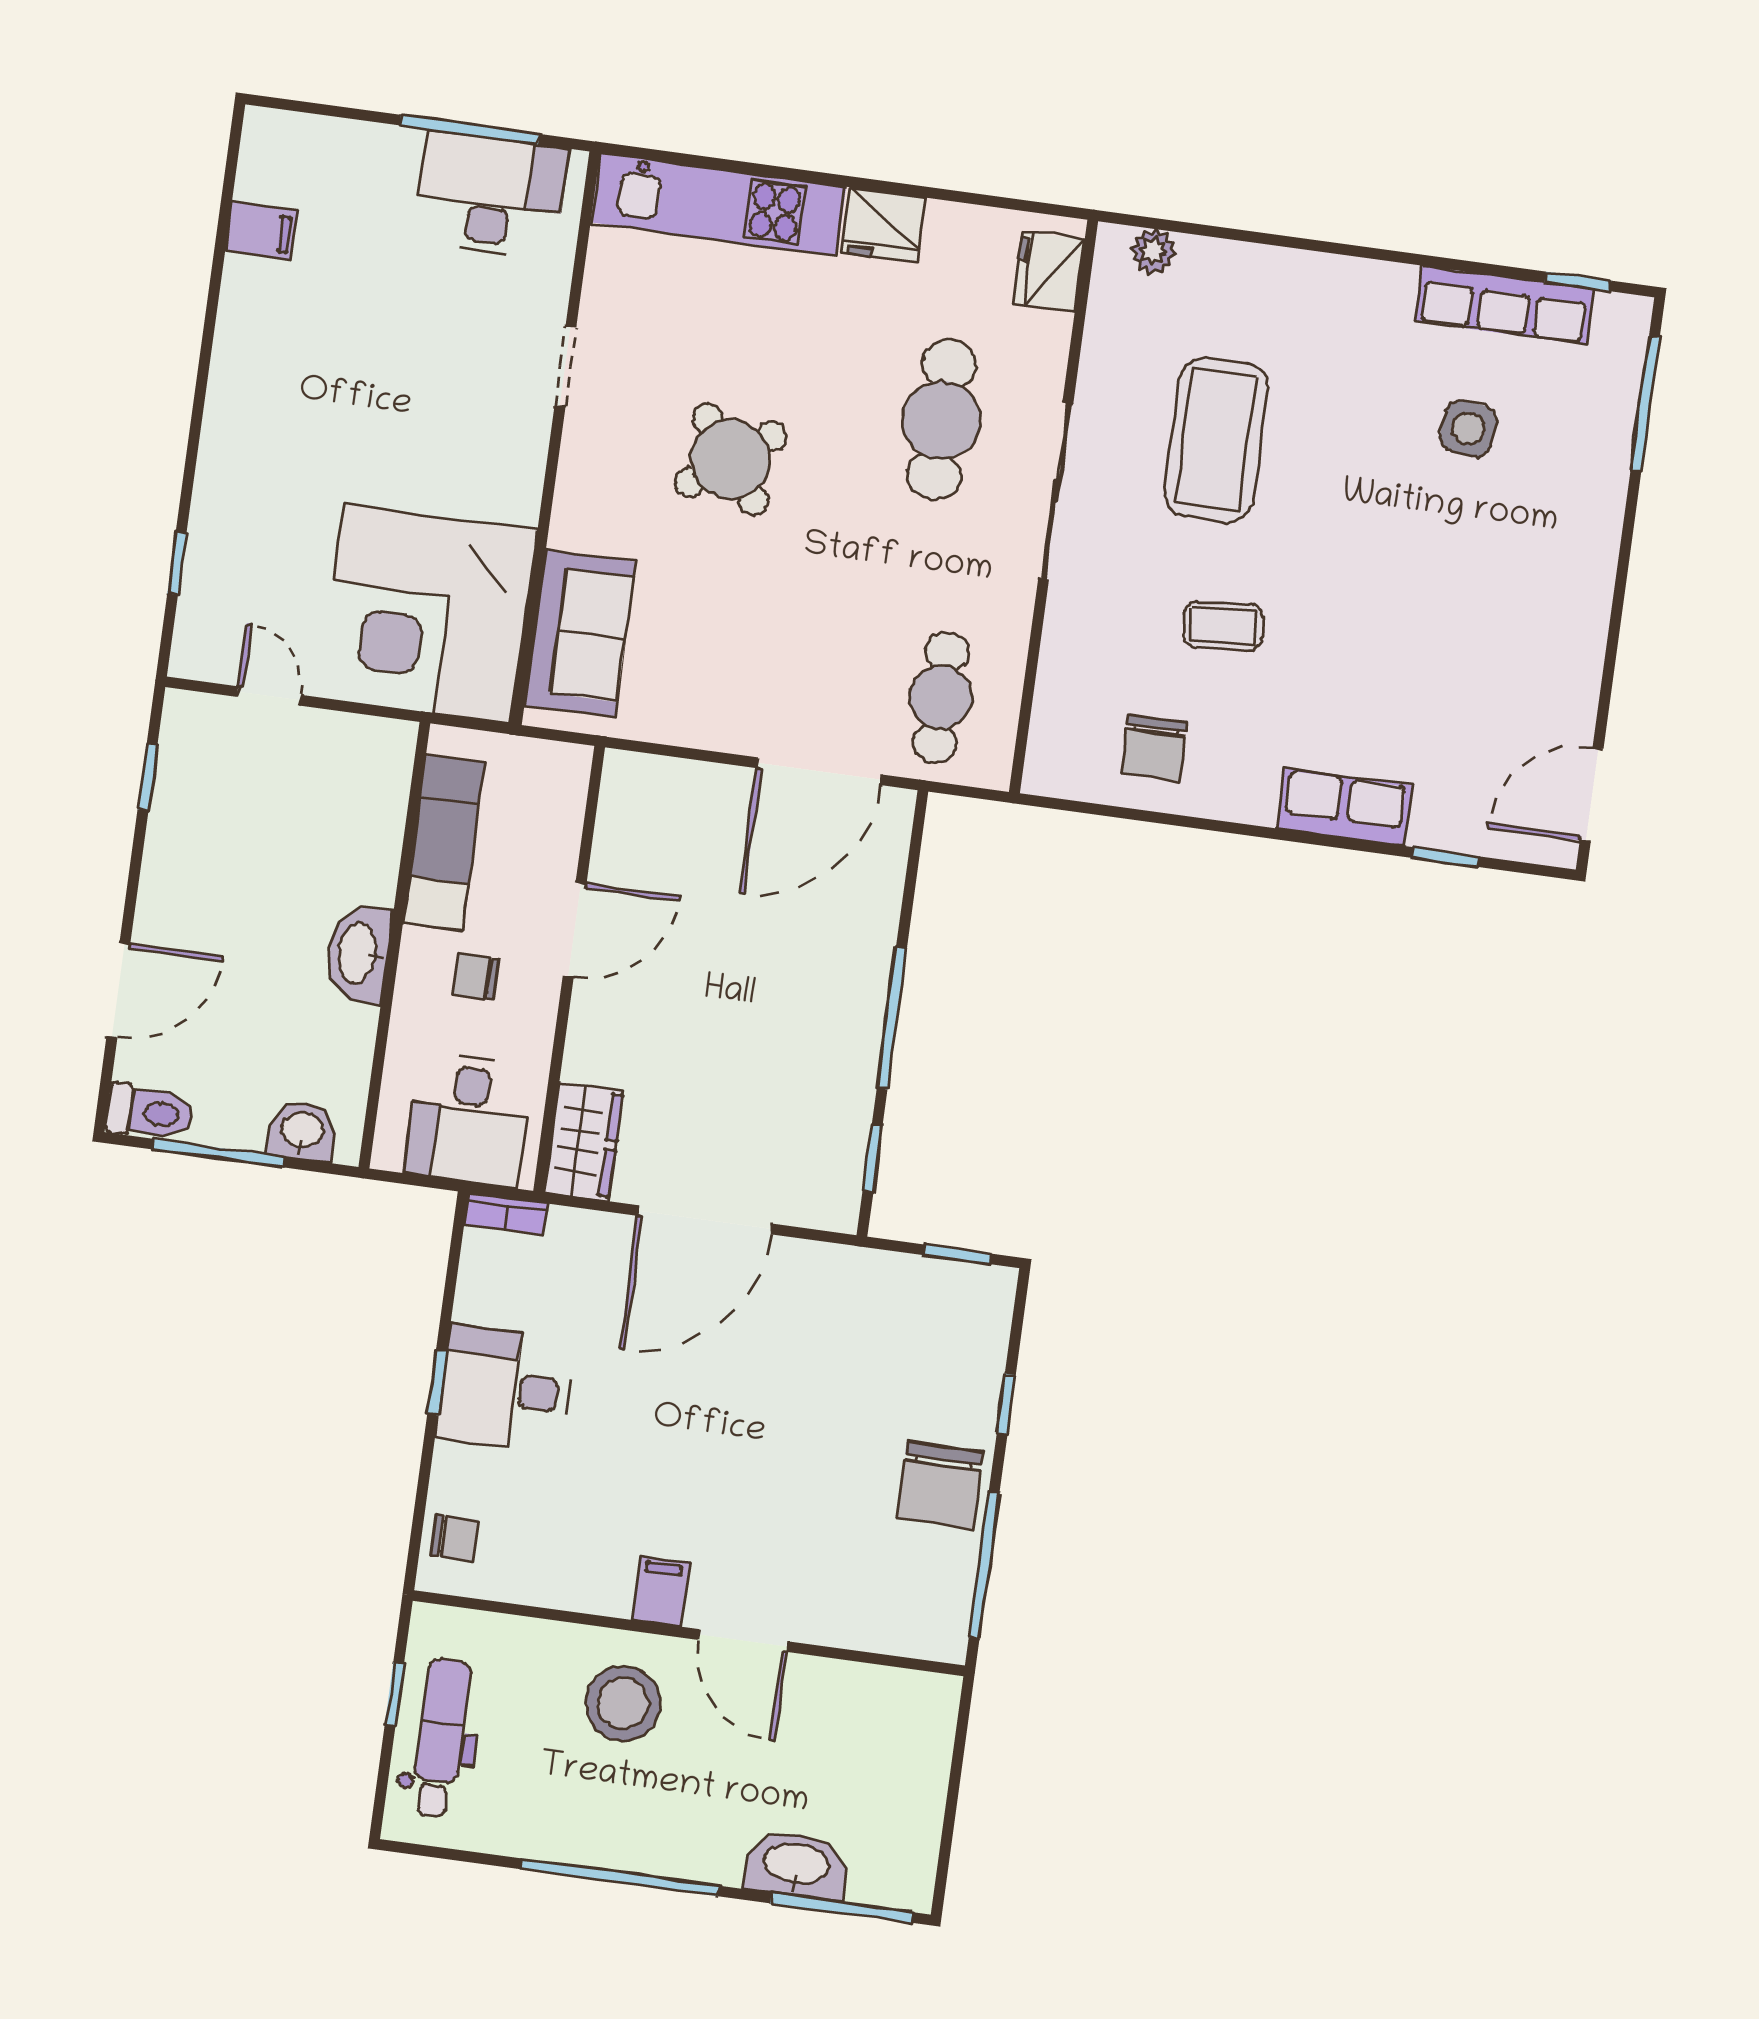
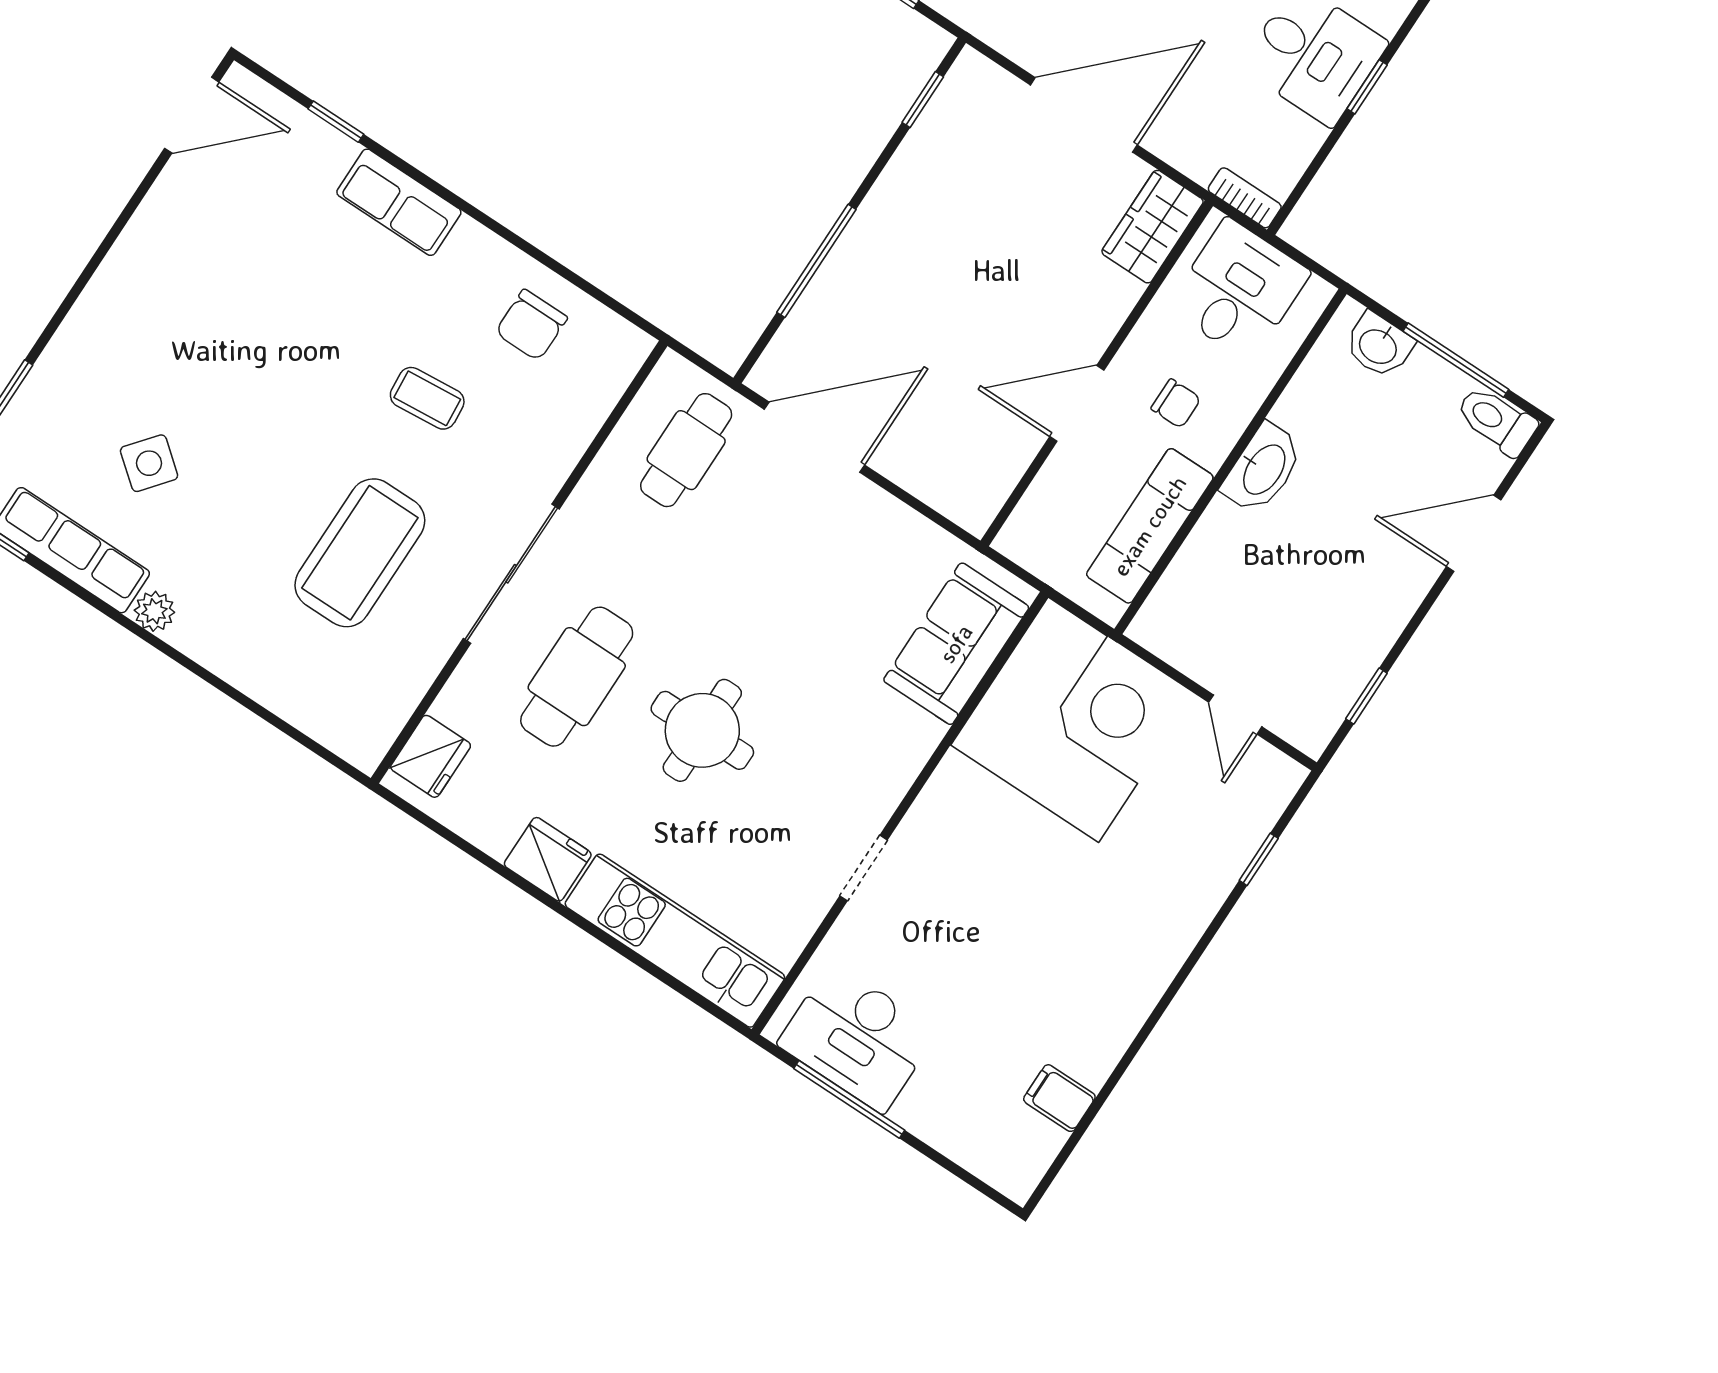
plant: (1153, 251) -> (154, 611), moved
side table: (1468, 429) -> (149, 463), turned 33
round table: (730, 459) -> (702, 730), moved, turned 37
chair: (1154, 748) -> (531, 325), turned 180
window: (892, 1018) -> (816, 261), moved

